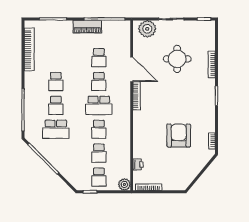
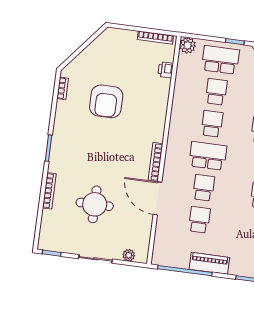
plant: (147, 29) -> (129, 255), width x0.53, depth x0.53
school desk: (99, 177) -> (220, 60), width x1.85

